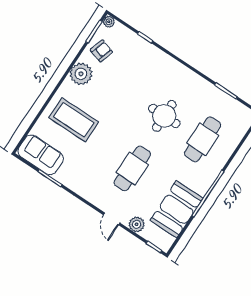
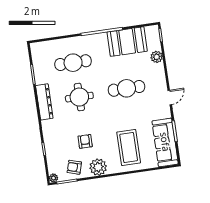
dresser: (190, 78) -> (44, 102), added
armchair: (117, 83) -> (85, 141), added
sofa: (41, 155) -> (165, 142), width x1.36
door: (112, 219) -> (170, 98), moved

